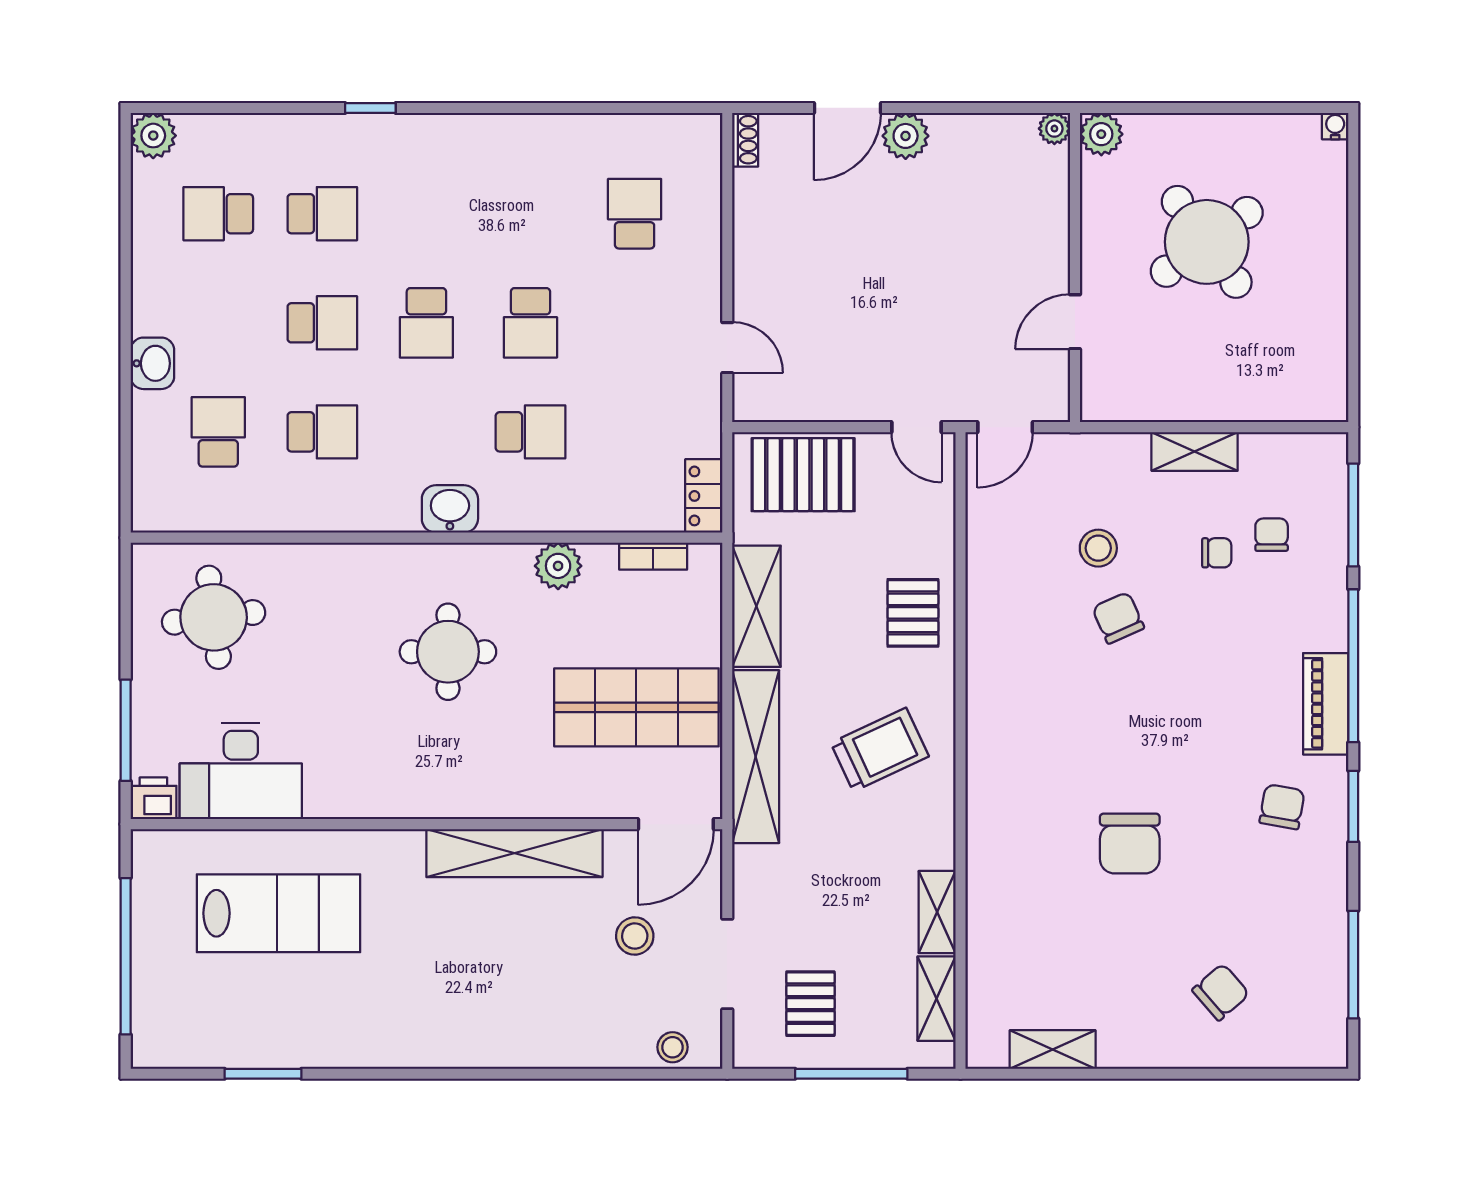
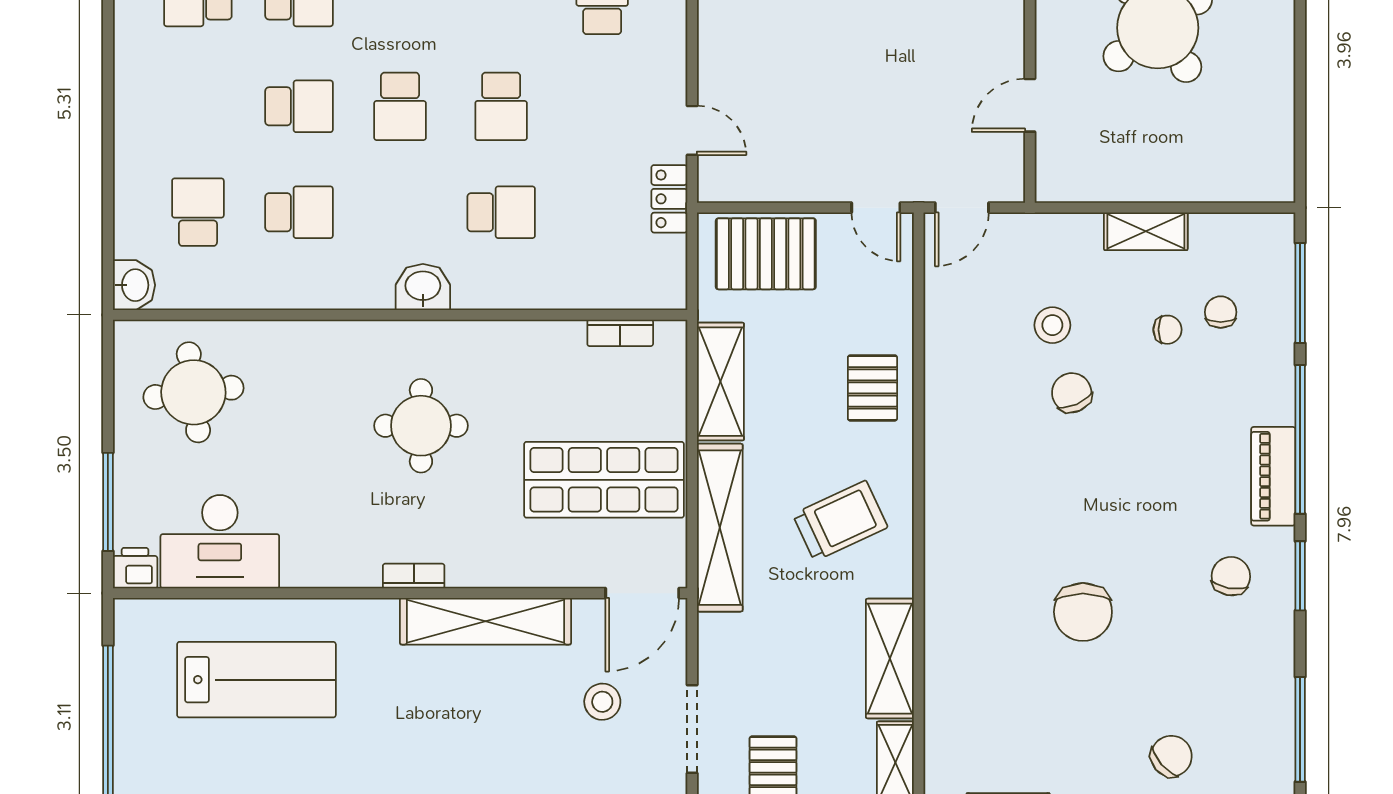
washbasin: (152, 363) -> (134, 285), moved
locker: (704, 496) -> (669, 199), moved
plant: (558, 566) -> (528, 342), removed
bookcase: (440, 807) -> (414, 576), added
shelving: (937, 912) -> (890, 659), width x1.50, depth x1.33

